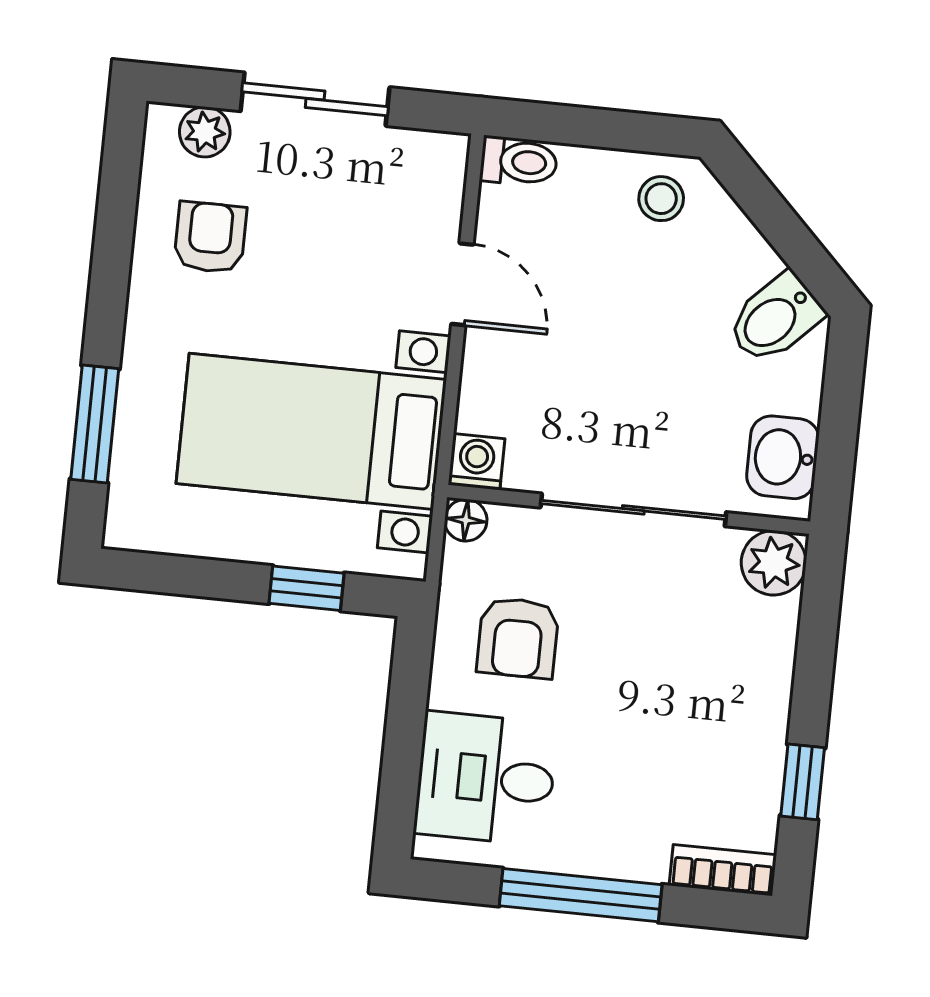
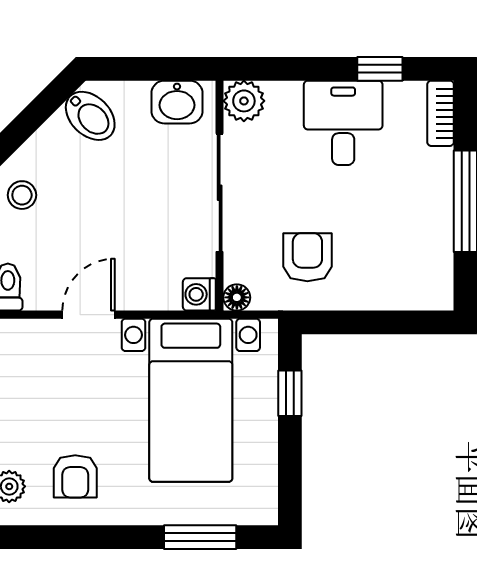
armchair: (210, 237) -> (75, 476), turned -90
armchair: (518, 638) -> (307, 257), turned -90
desk: (486, 778) -> (343, 123), moved, turned 180

